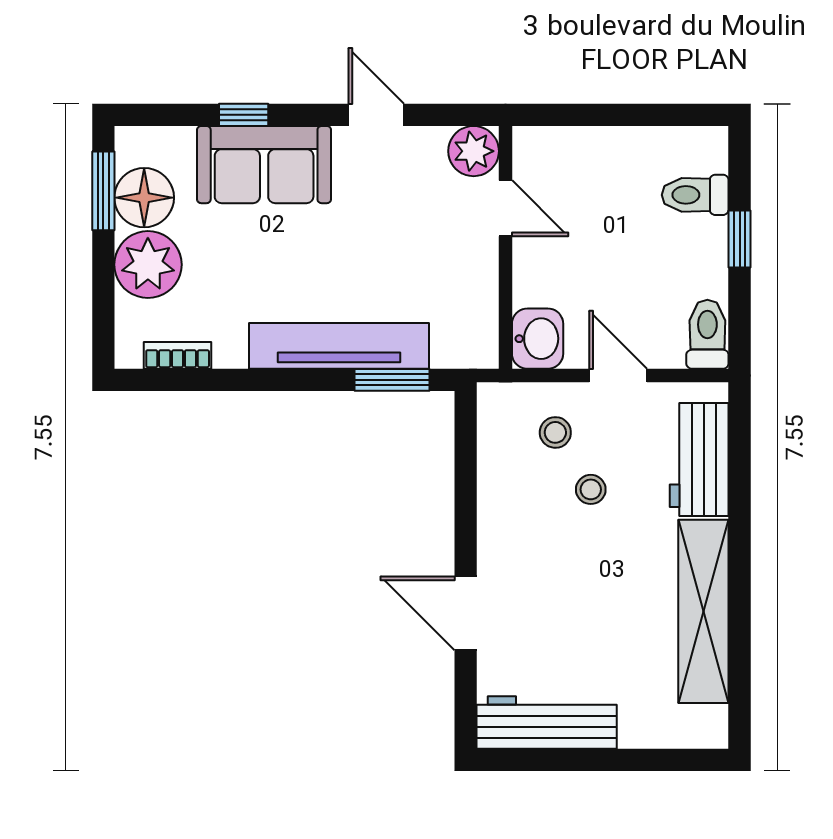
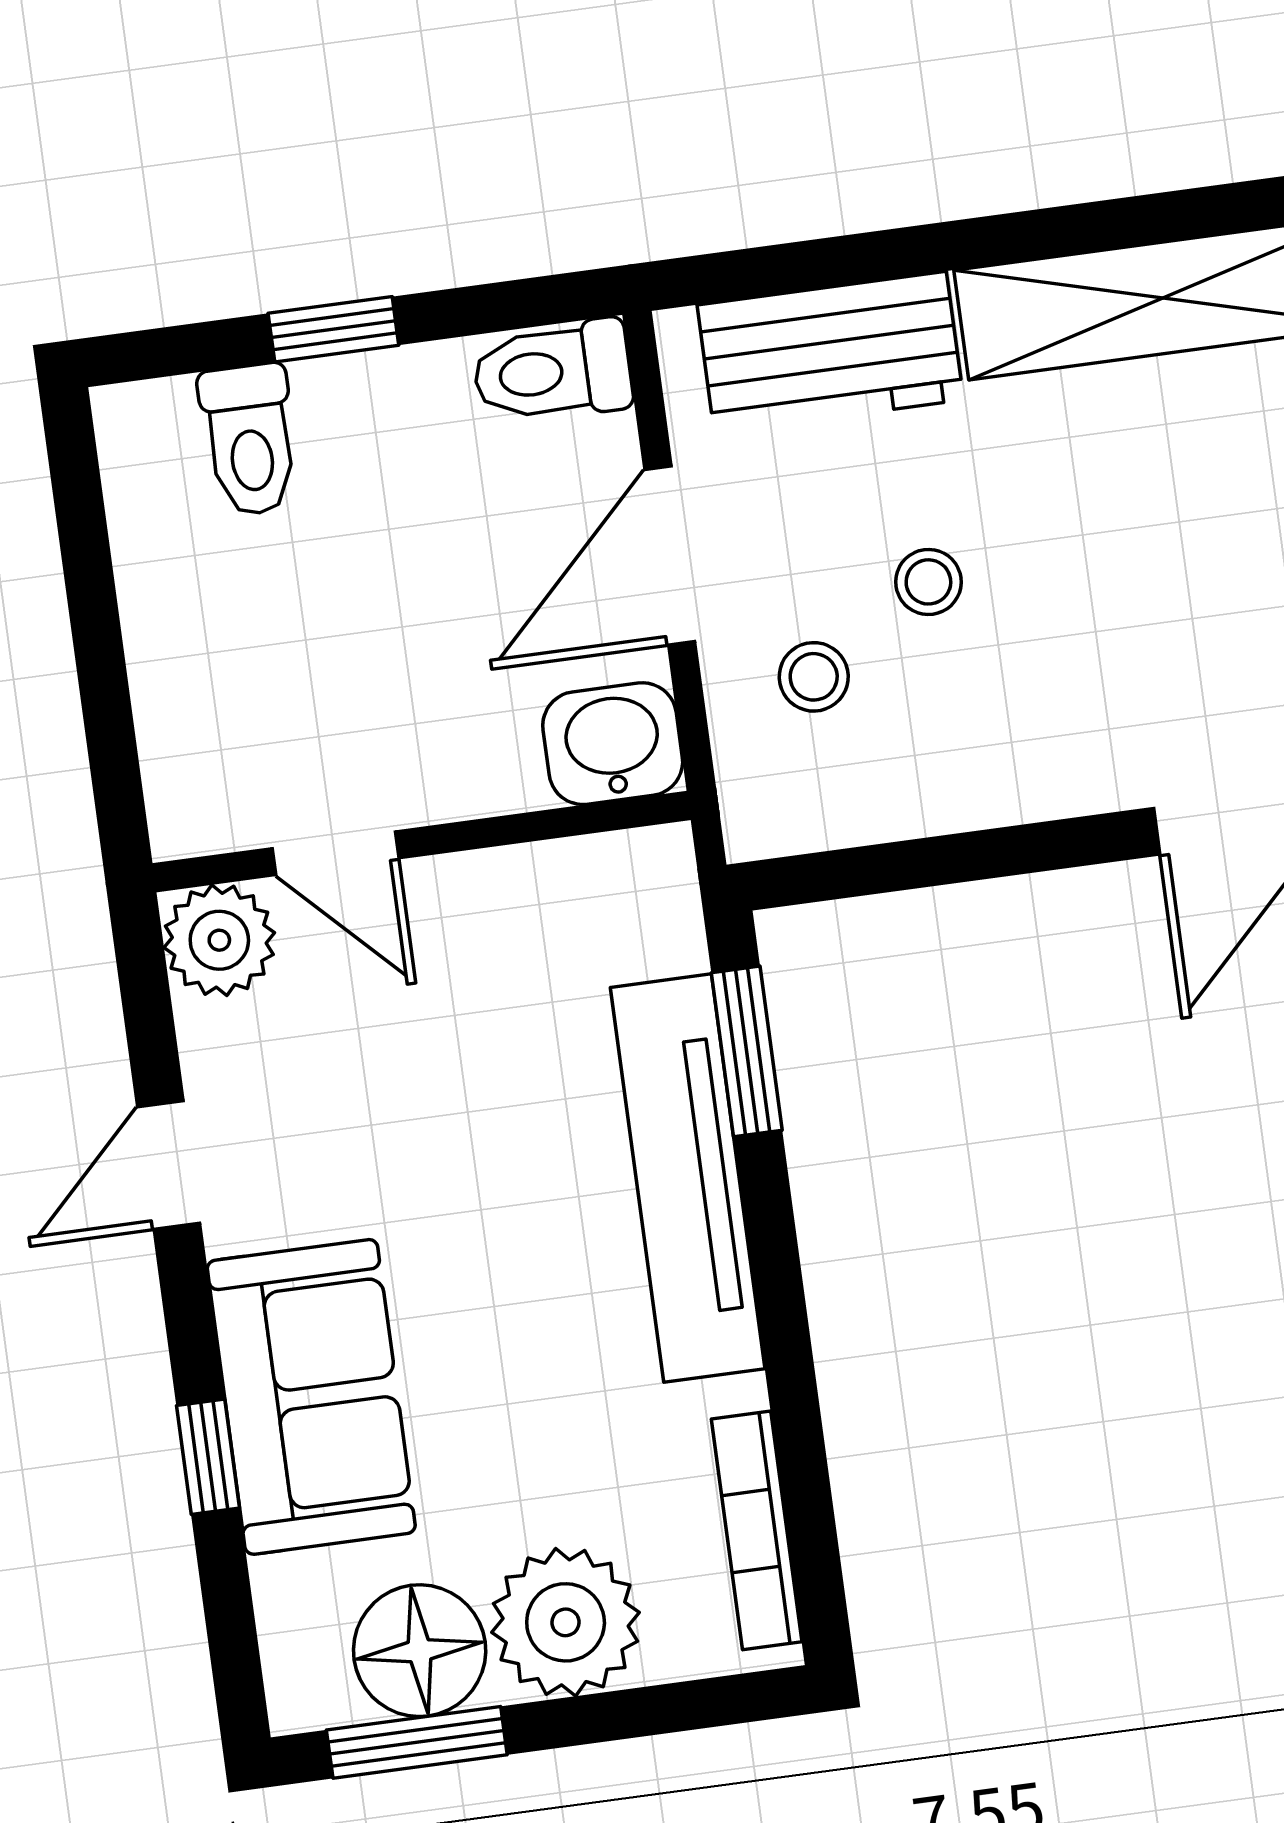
door: (505, 208) -> (335, 853), swing flipped
bookcase: (178, 355) -> (757, 1530), width x1.56
door: (618, 376) -> (670, 556), width x1.38

